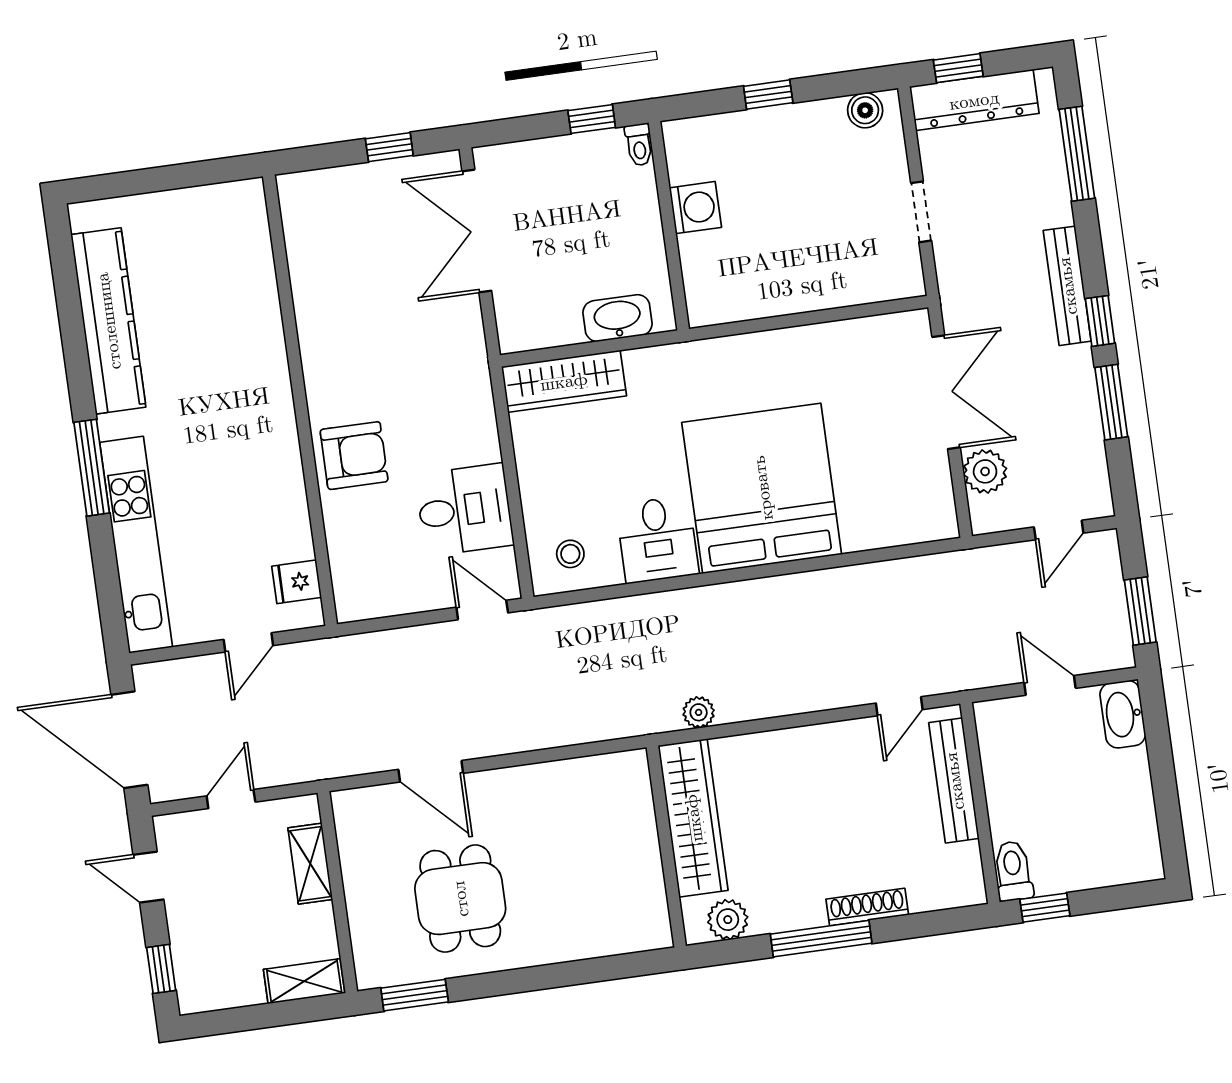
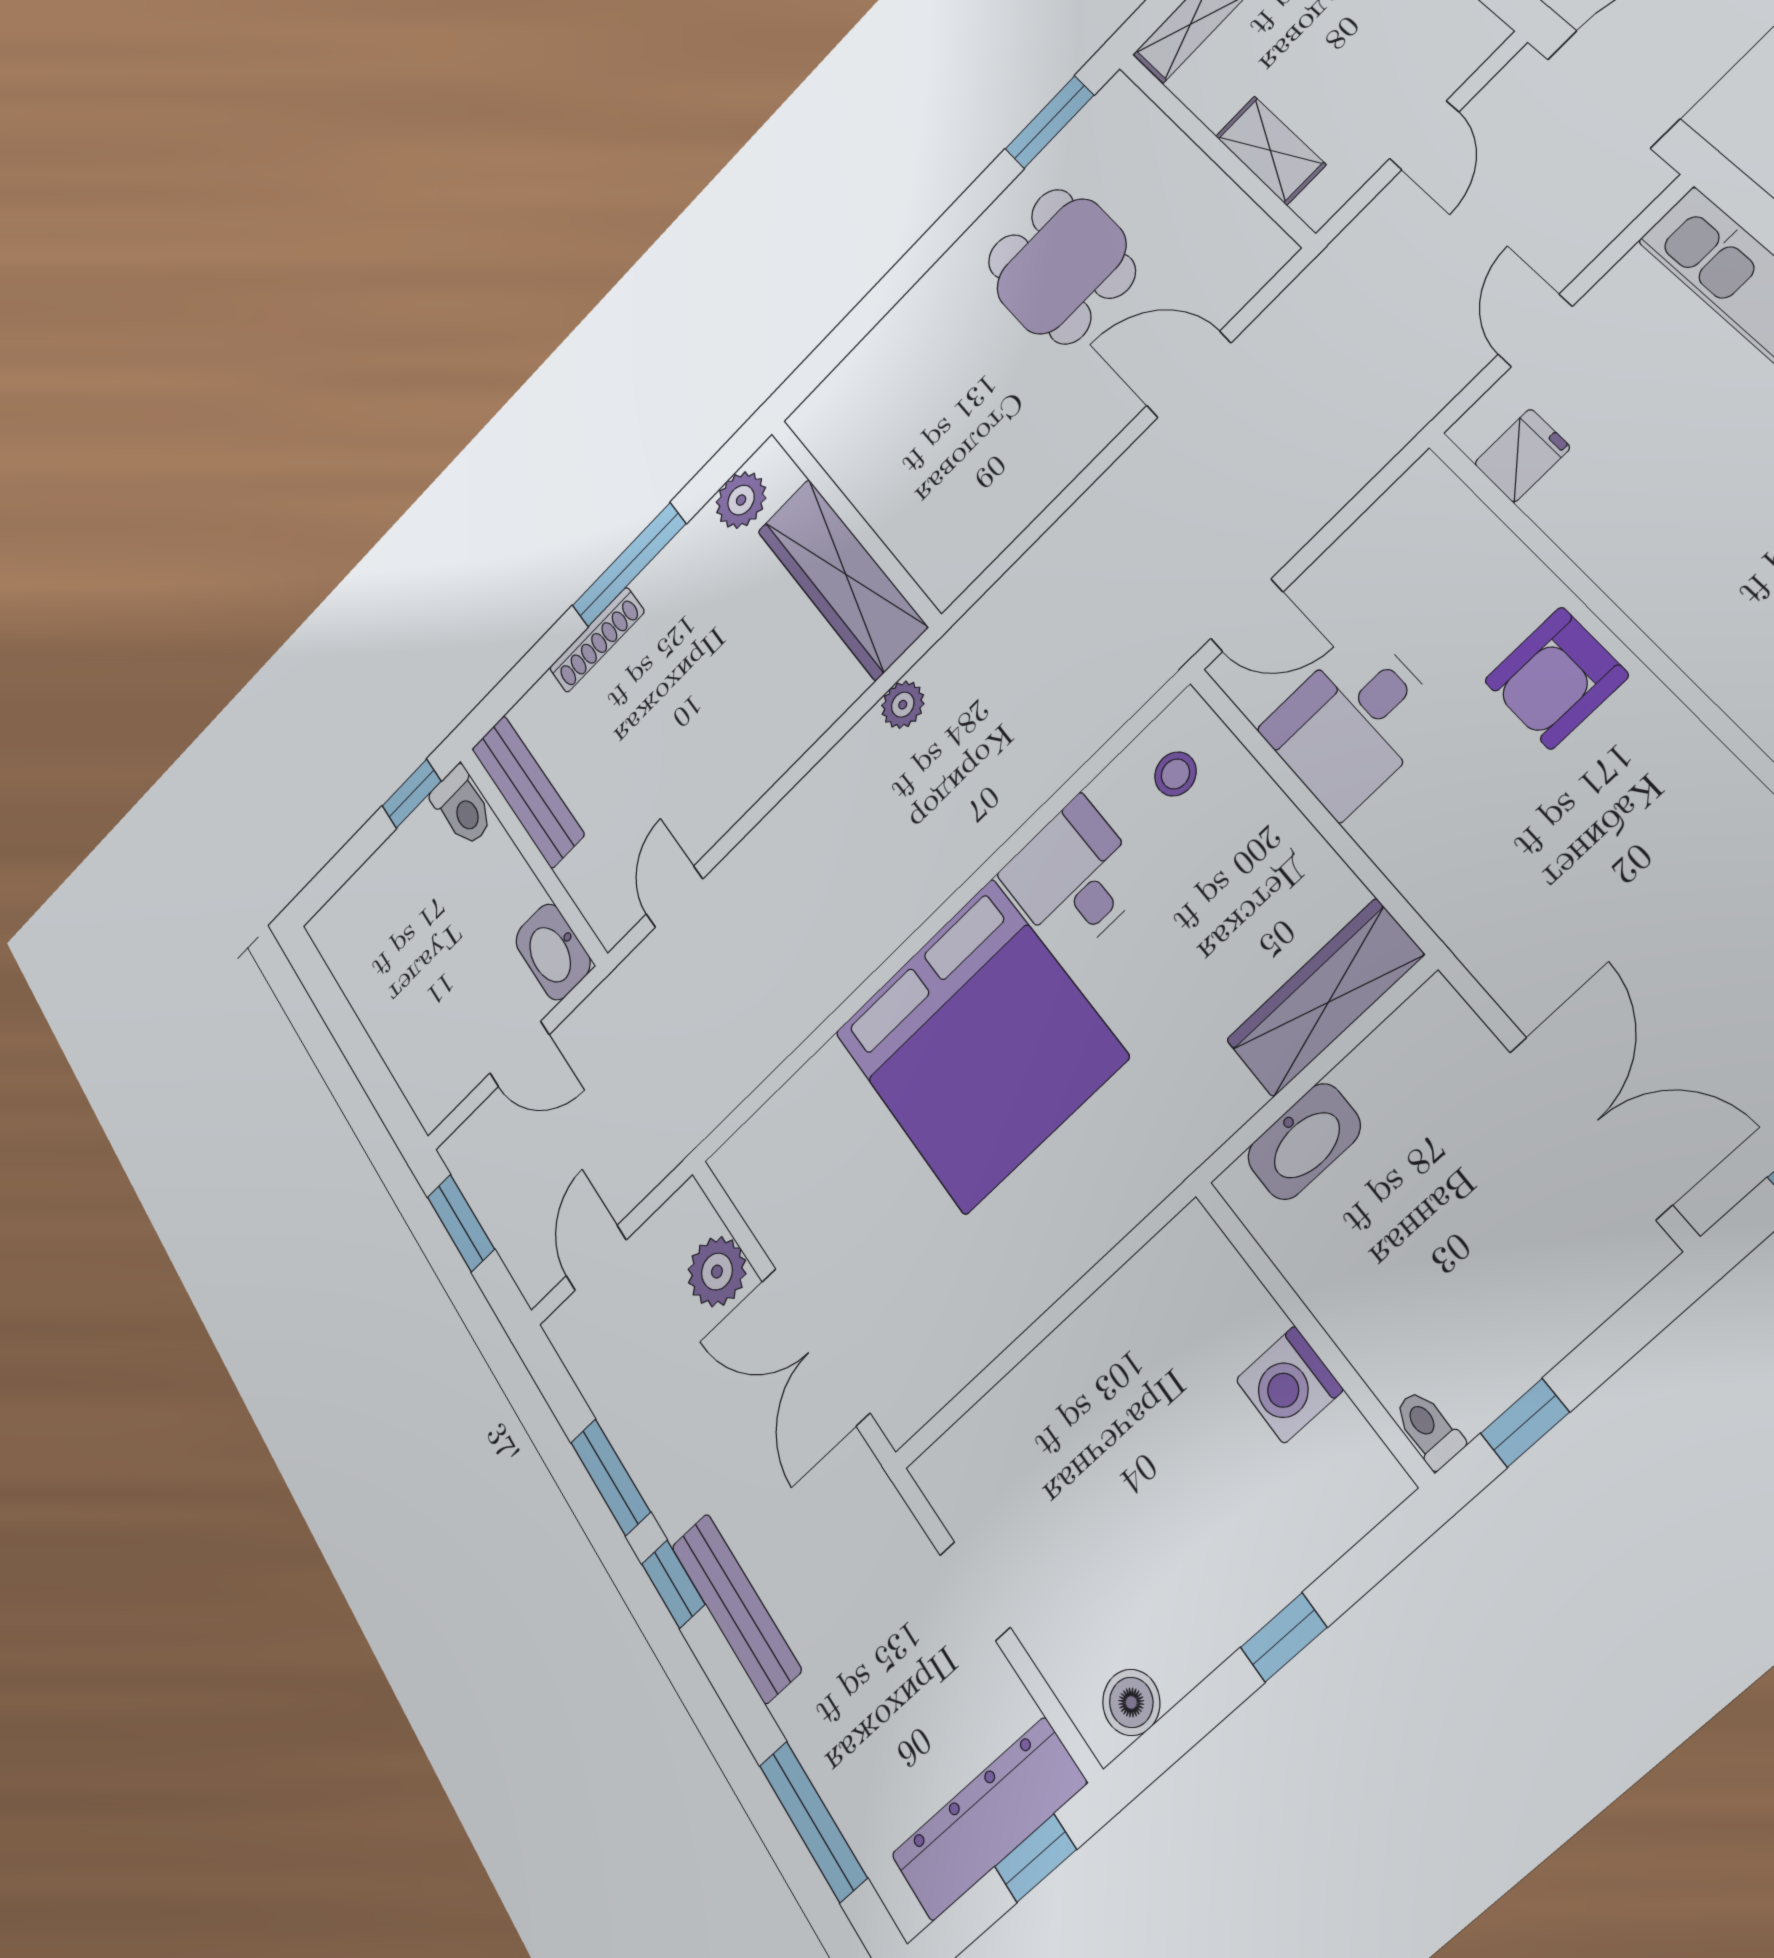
washbasin: (1123, 714) -> (553, 952), moved, turned 180
bench: (954, 781) -> (528, 791), moved

